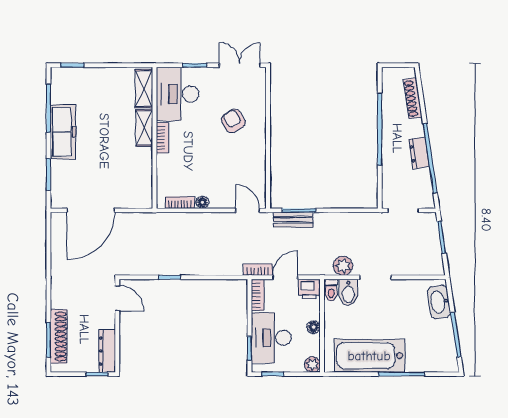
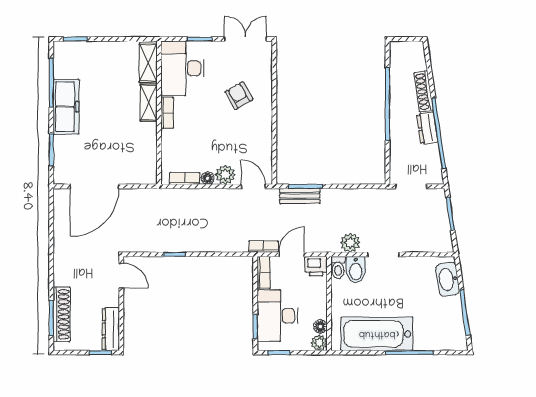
shoe rack: (413, 98) -> (424, 91), moved
plant: (220, 199) -> (225, 175), added
floor lamp: (314, 327) -> (320, 327), moved

